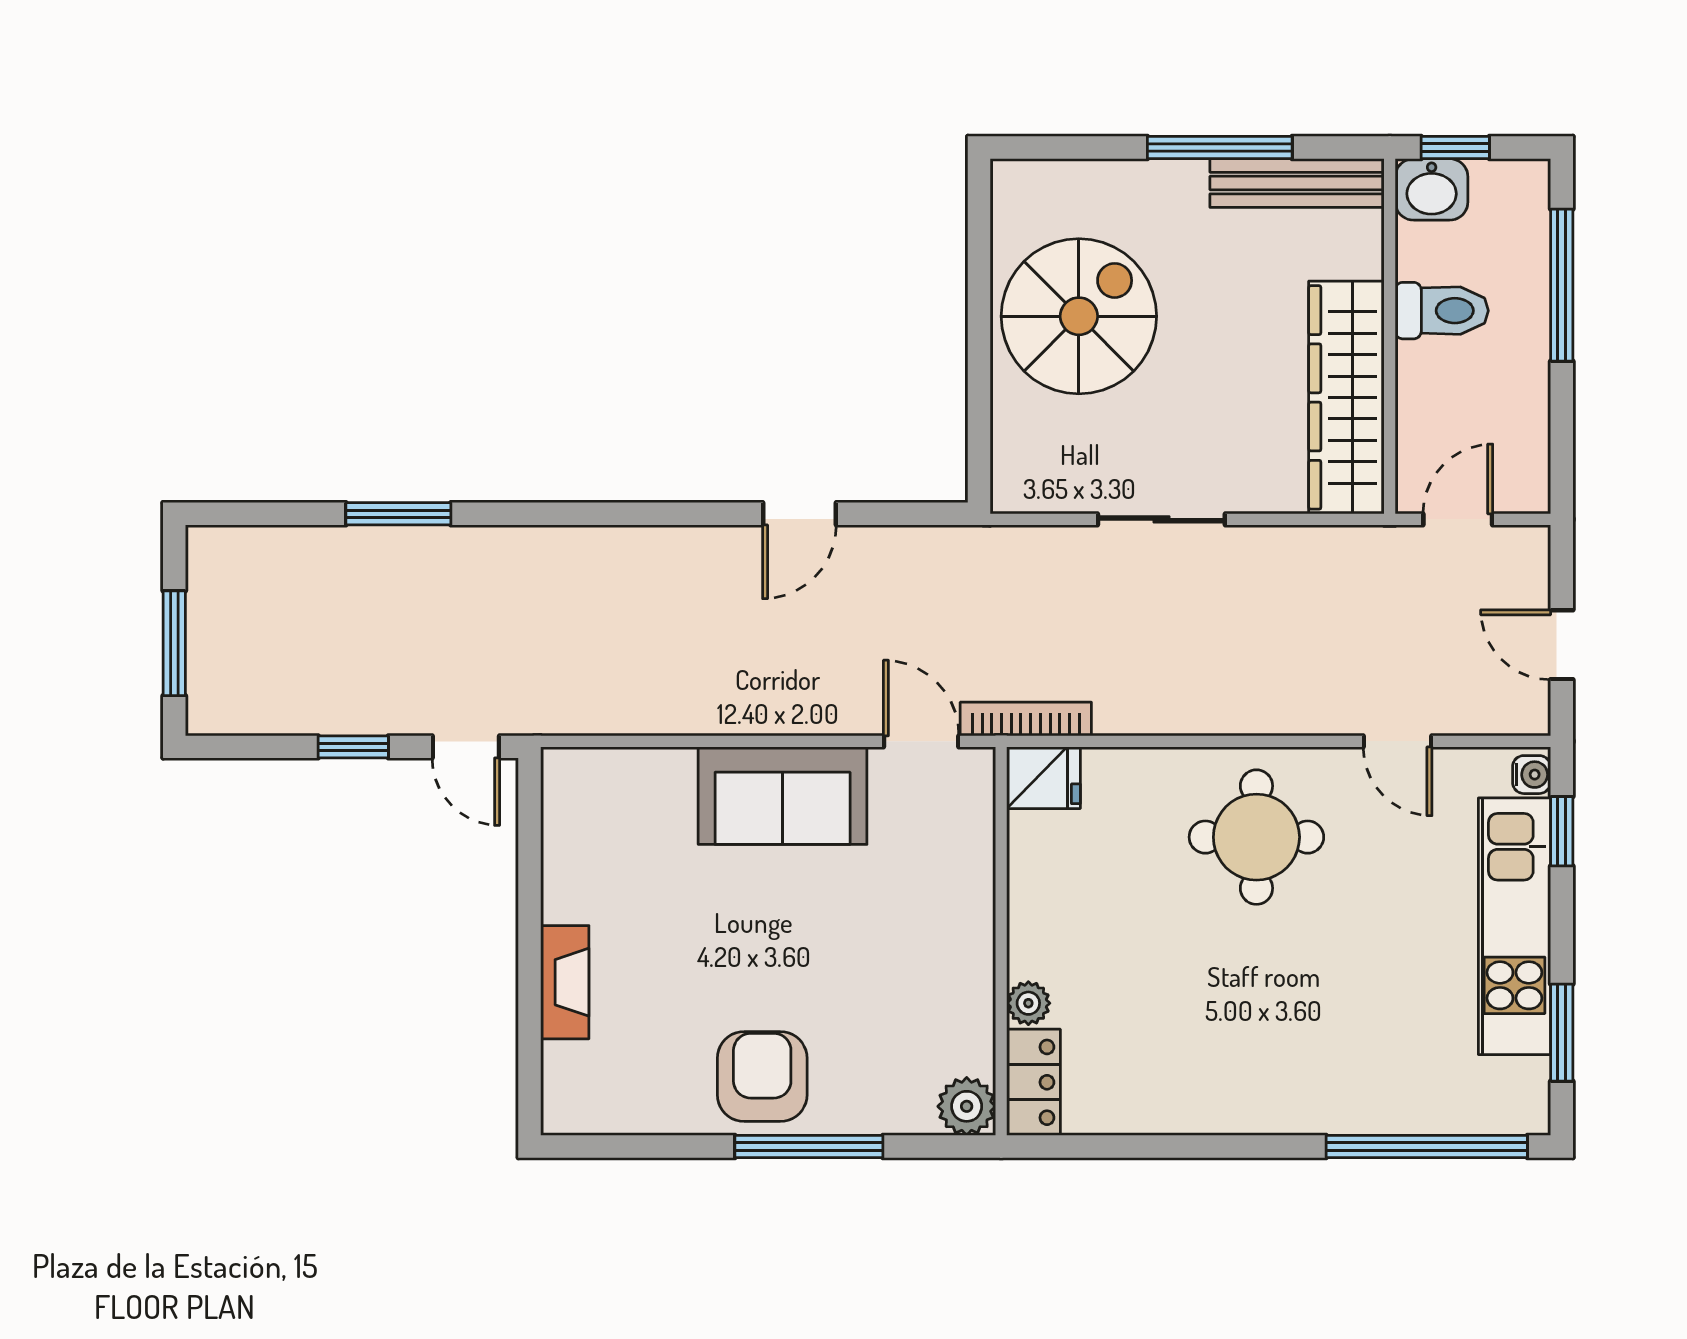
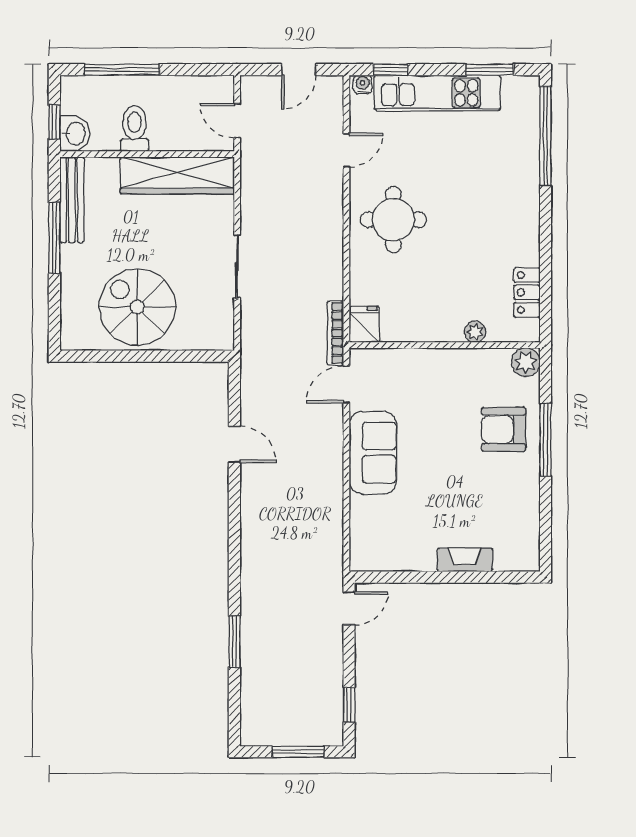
window: (353, 747) -> (349, 705), moved
armchair: (762, 1077) -> (504, 429), moved
locker: (1034, 1082) -> (527, 292), moved, turned -90

